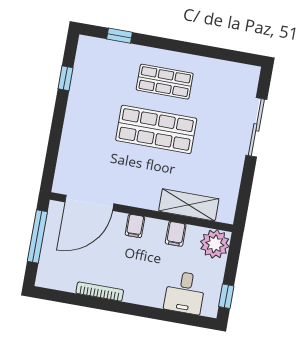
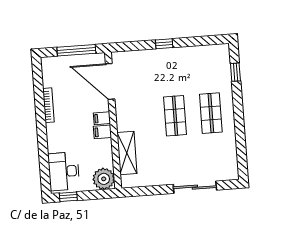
window: (66, 78) -> (164, 44), moved
shop shelf: (156, 129) -> (175, 116), width x0.70, depth x0.74
filing cabinet: (176, 234) -> (103, 132), moved
desk: (185, 293) -> (64, 171), width x1.37

